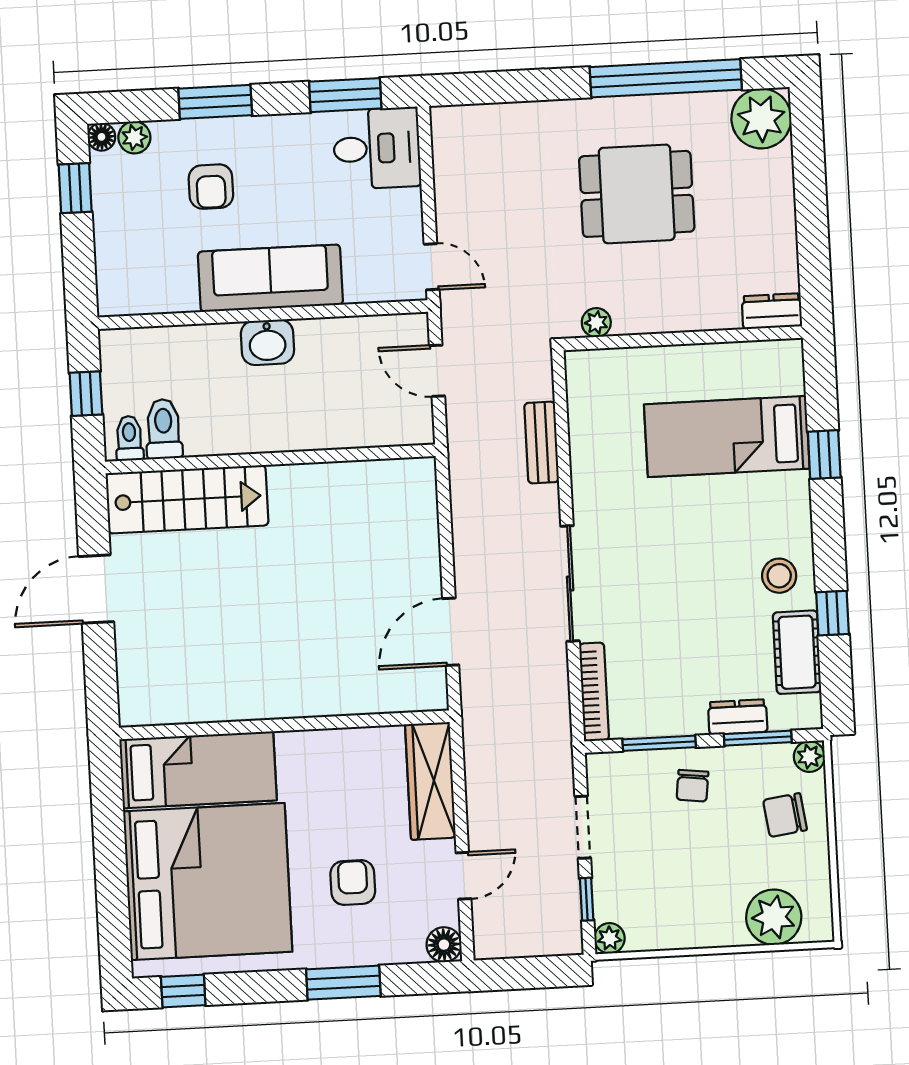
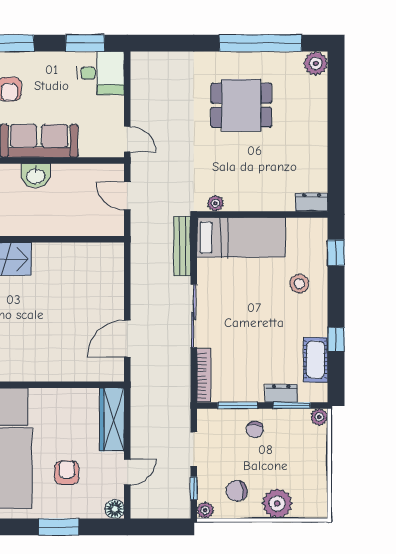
plant: (761, 119) -> (316, 63), width x0.73, depth x0.73
dresser: (772, 311) -> (312, 202), moved
plant: (596, 323) -> (216, 203), moved
wall: (683, 338) -> (262, 214), moved
bed: (727, 437) -> (241, 237), moved, turned 180
bench: (542, 443) -> (182, 246), width x1.36
stool: (779, 576) -> (299, 284), moved
chair: (785, 815) -> (237, 491), moved
plant: (774, 917) -> (277, 504), moved

